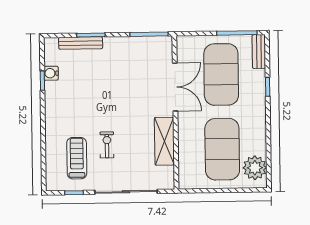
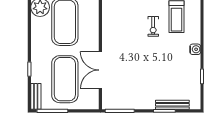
water cooler: (51, 73) -> (195, 49), moved
shelving: (164, 141) -> (109, 29), removed

